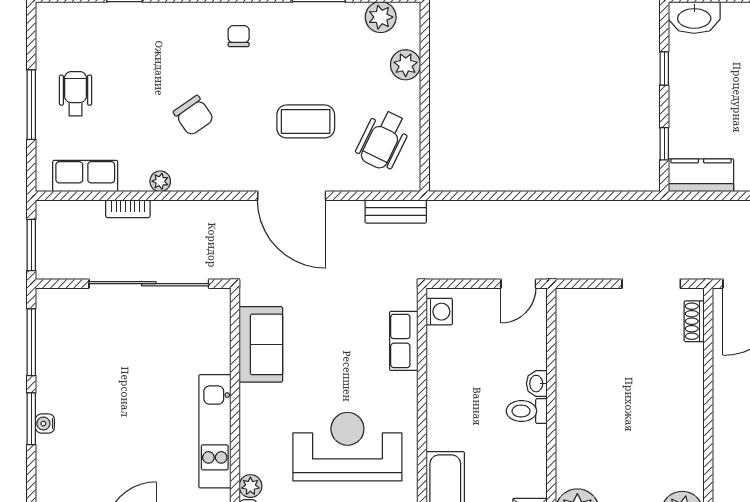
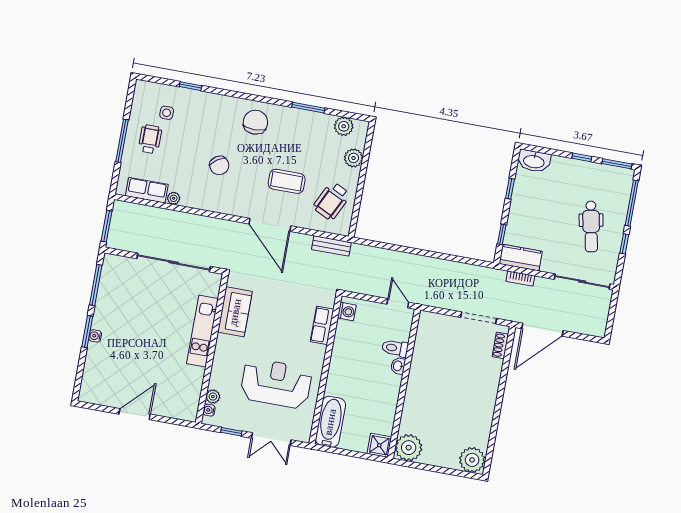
chair: (239, 36) -> (255, 122), width x1.87, depth x1.87
side table: (94, 47) -> (167, 113), added
plant: (160, 181) -> (174, 198), moved
bookcase: (128, 209) -> (520, 278), moved
door: (518, 284) -> (398, 303), swing flipped
toilet: (527, 411) -> (395, 348), moved
kitchen unit: (215, 431) -> (202, 331), moved

